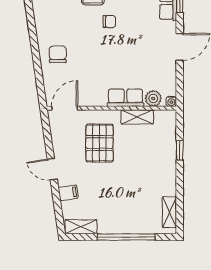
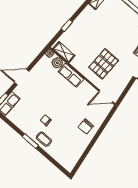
shelving: (137, 117) -> (64, 52), moved

